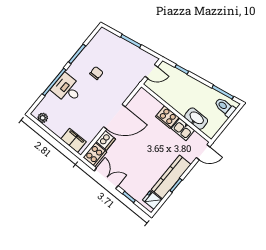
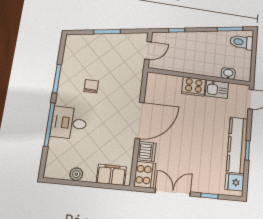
plant: (43, 118) -> (76, 174), moved
washbasin: (196, 119) -> (228, 74), width x0.52, depth x0.69

